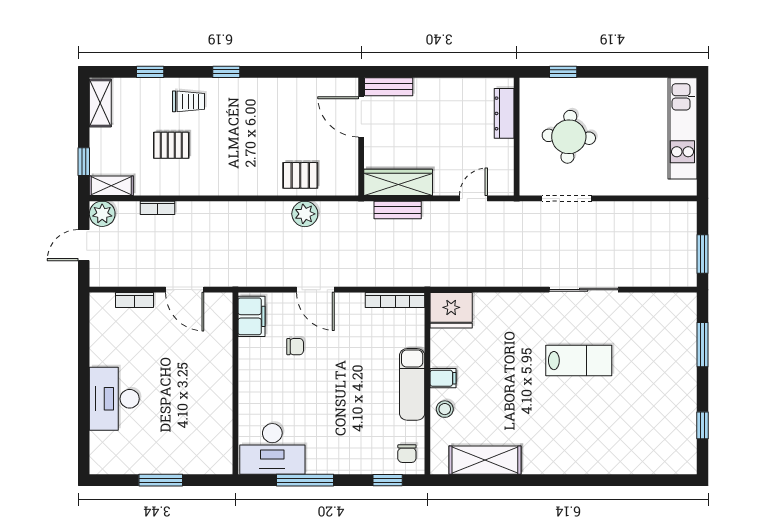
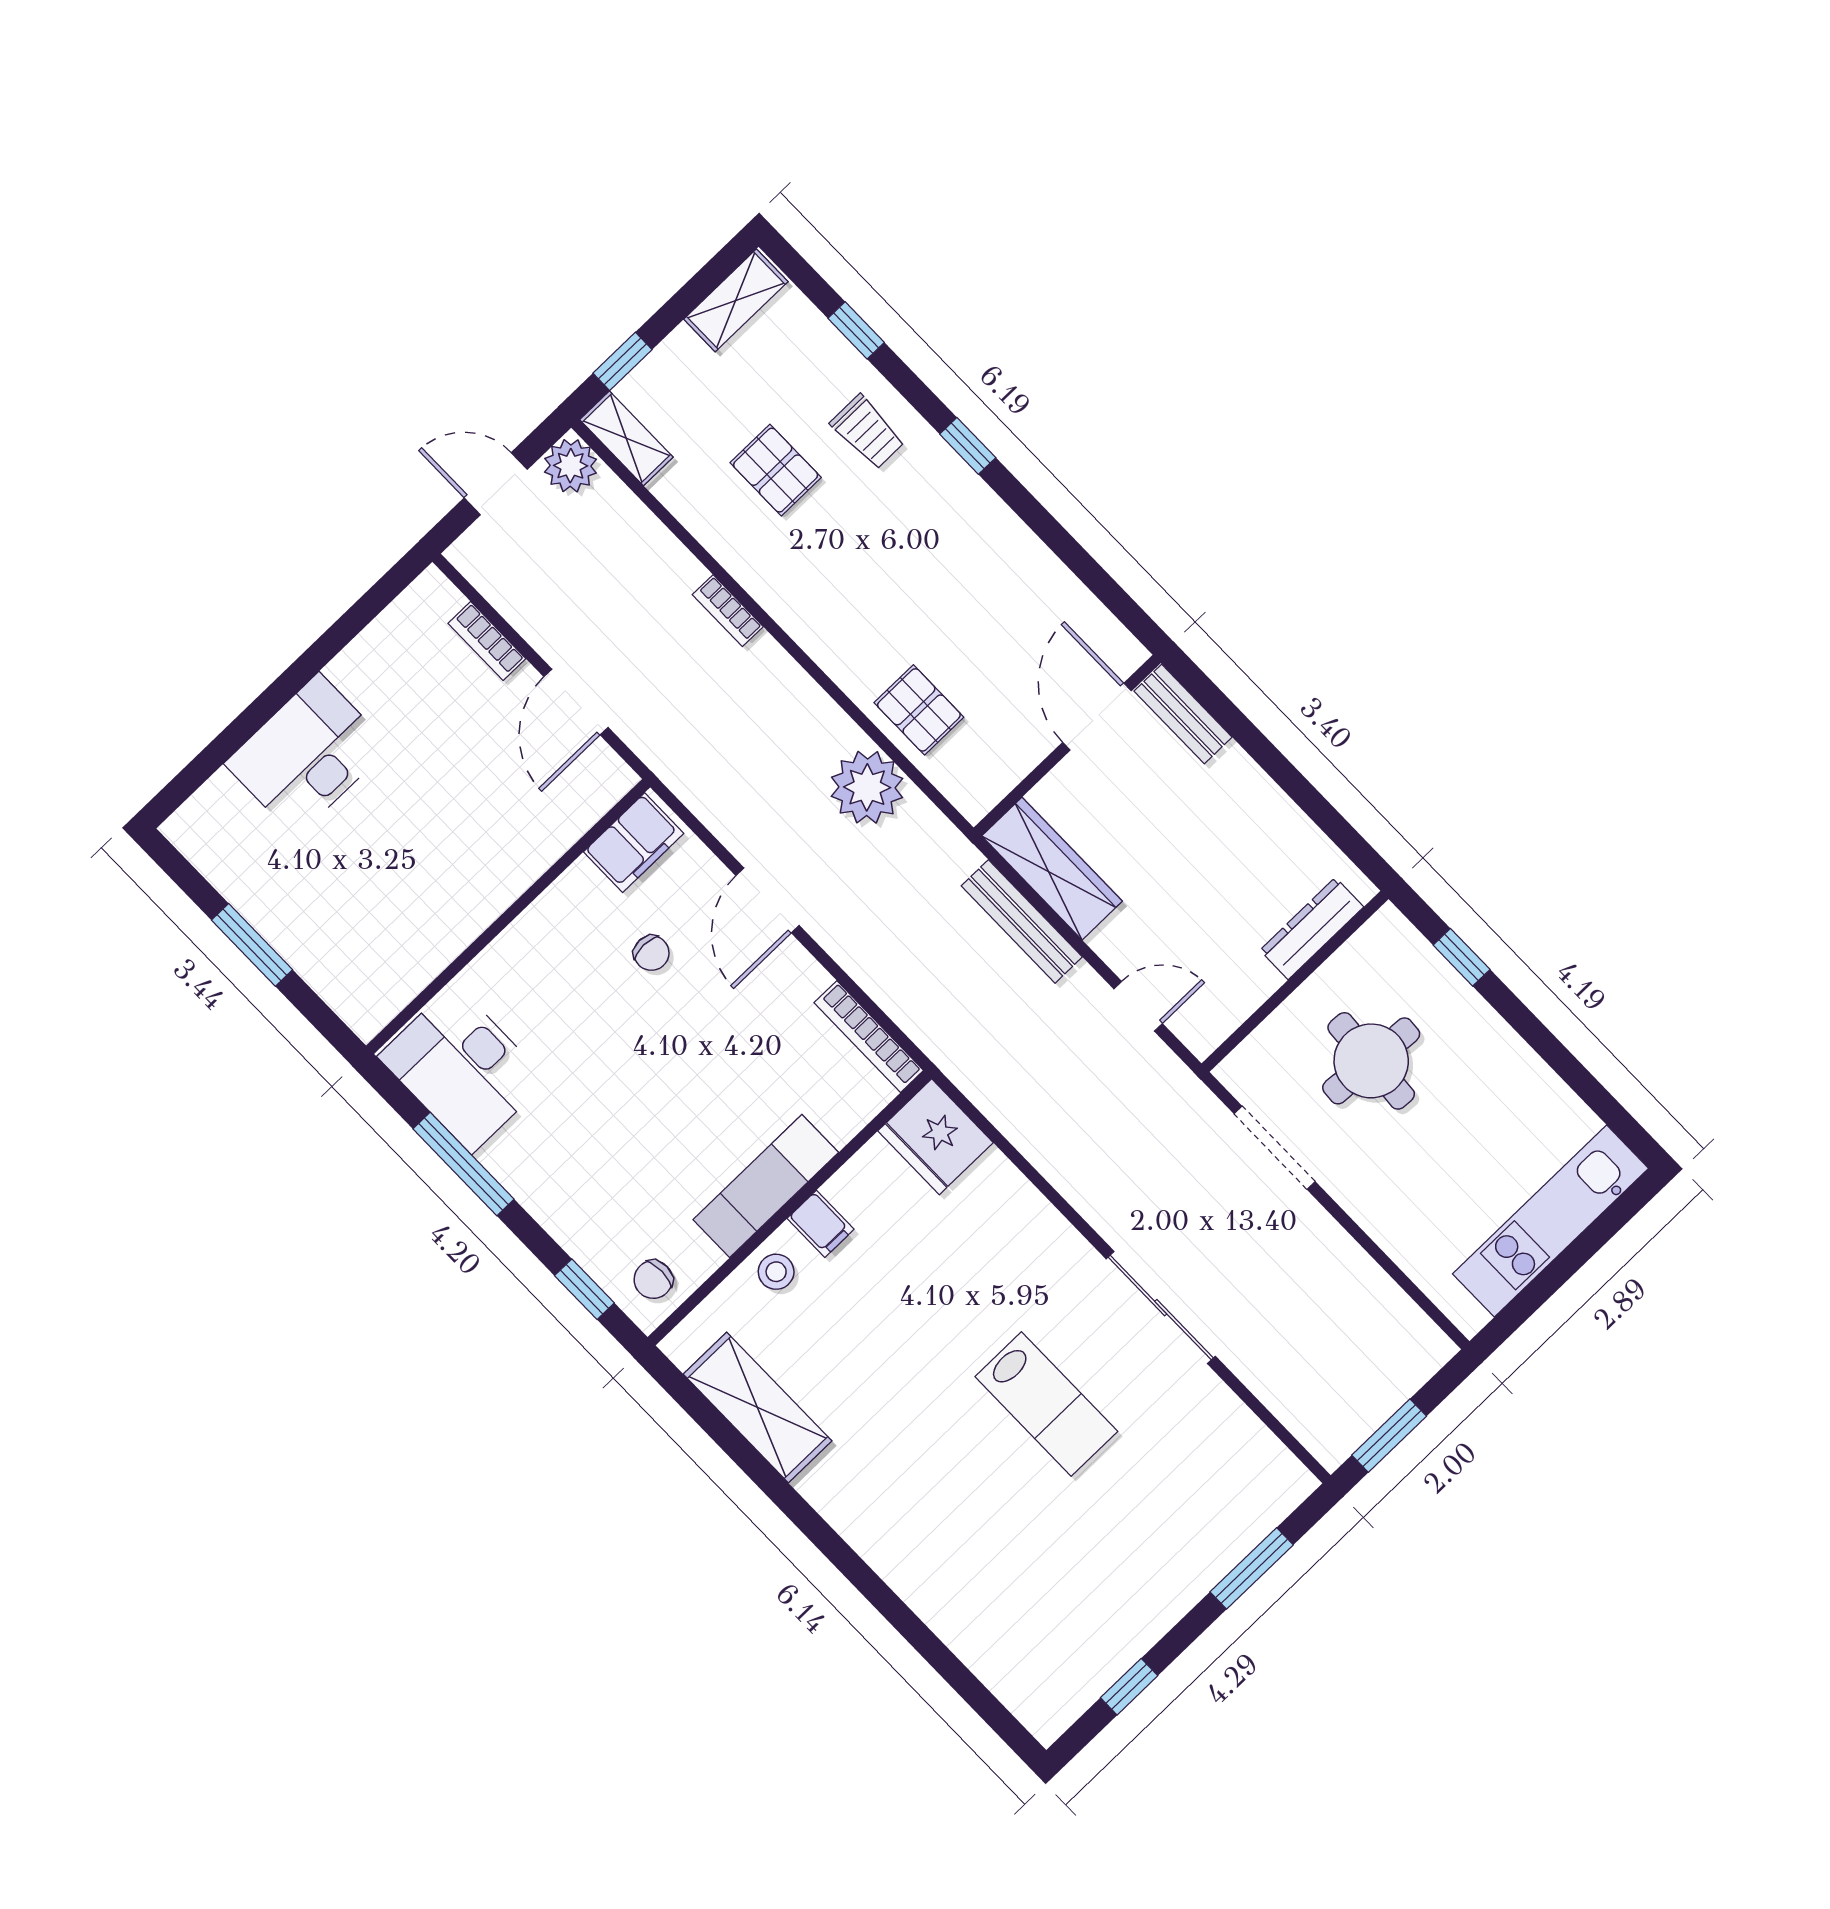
bookcase: (157, 208) -> (728, 611), moved
bench: (398, 210) -> (1022, 921), width x1.36
plant: (305, 214) -> (867, 787), width x1.36, depth x1.36

